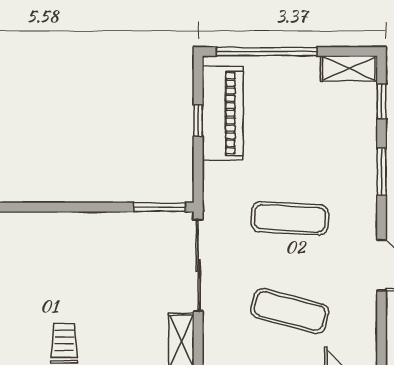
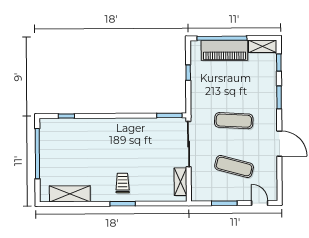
piano: (223, 113) -> (224, 50), moved, turned 90

